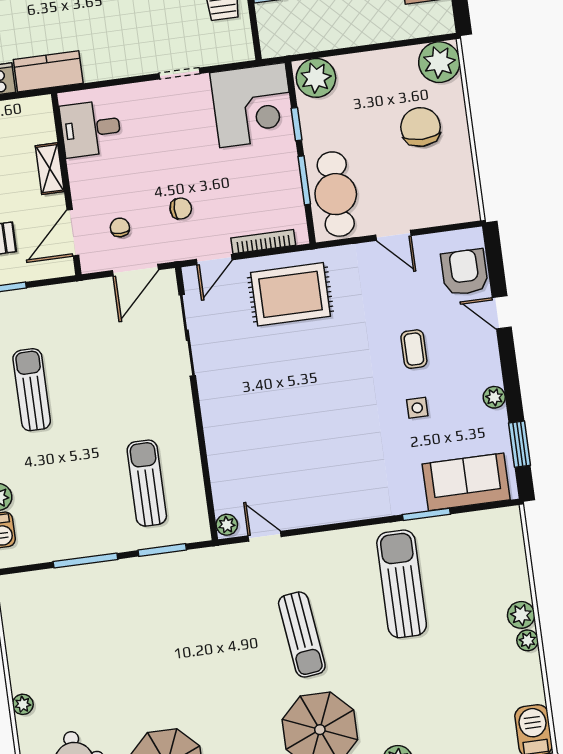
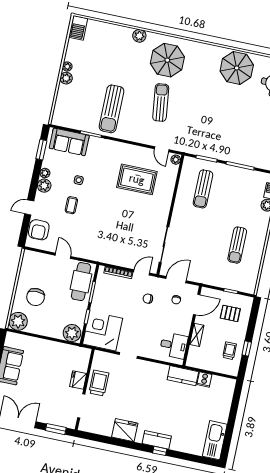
rug: (290, 294) -> (137, 179), moved
door: (502, 312) -> (29, 207), swing flipped
plant: (486, 370) -> (44, 186), added

